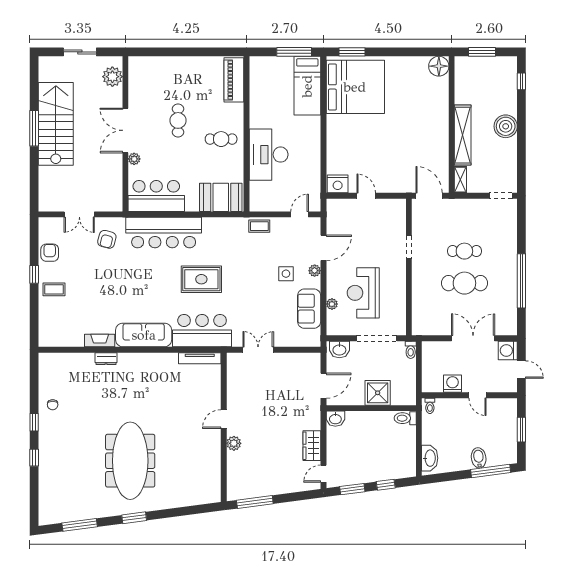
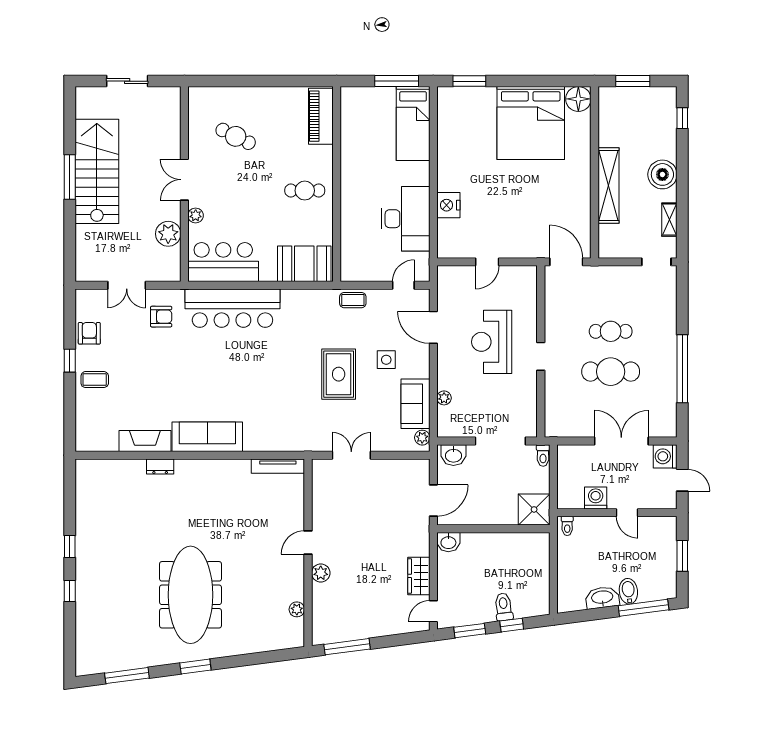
plant: (112, 77) -> (168, 234), moved
bed: (355, 87) -> (531, 123), moved, turned 90
cafe table: (178, 120) -> (236, 136), moved, turned -64
double door: (125, 130) -> (184, 180), width x0.73
desk: (269, 155) -> (406, 219), moved, turned 180
shelving: (460, 180) -> (669, 220), moved
nightstand: (338, 184) -> (448, 205), moved, turned 90
door: (366, 196) -> (487, 262), swing flipped
armchair: (107, 239) -> (161, 317), turned -105
doorway: (409, 247) -> (541, 356), moved
door: (323, 248) -> (433, 327), swing flipped
plant: (315, 271) -> (422, 438), moved
rug: (201, 279) -> (339, 374), moved, turned 90
reception desk: (363, 293) -> (492, 342), moved
bar counter: (202, 331) -> (281, 431), removed
fireplace: (100, 340) -> (145, 441), width x1.37, depth x1.32
shower: (378, 393) -> (534, 509), moved
chair: (53, 405) -> (93, 524), removed
toilet: (405, 418) -> (504, 607), moved, turned 83
washbasin: (430, 458) -> (602, 598), moved, turned -97
plant: (215, 472) -> (297, 609), added

